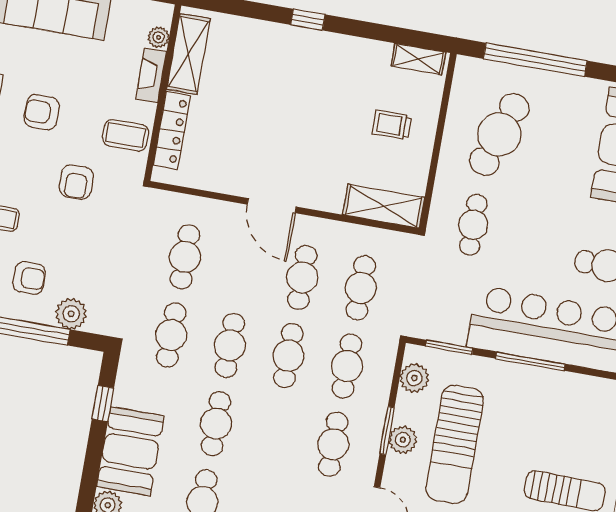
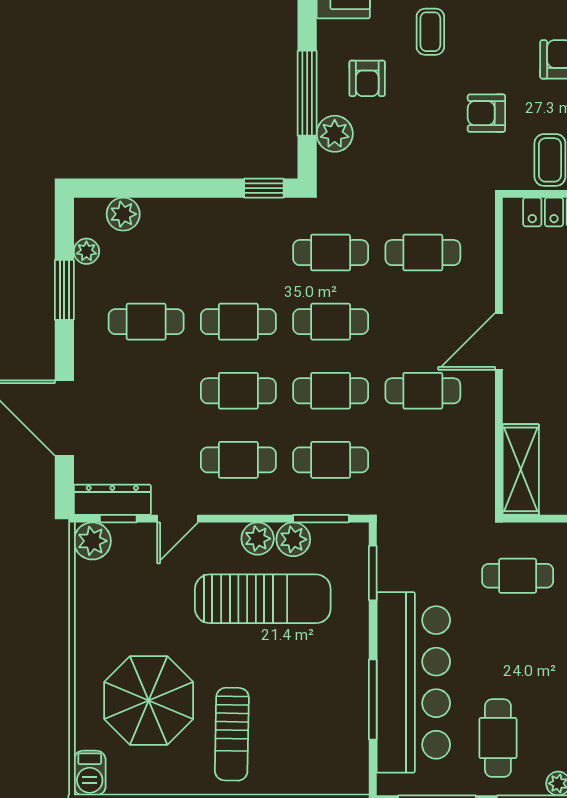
cafe table: (361, 288) -> (238, 391), moved
window: (530, 362) -> (373, 699), moved
plant: (414, 378) -> (293, 539), moved
window: (103, 404) -> (264, 188), moved
window: (387, 431) -> (321, 519), moved
sun lounger: (455, 444) -> (263, 599), turned 180
booth: (130, 451) -> (189, 229), removed

